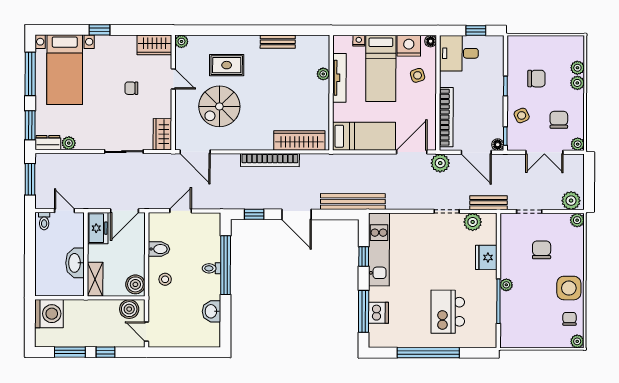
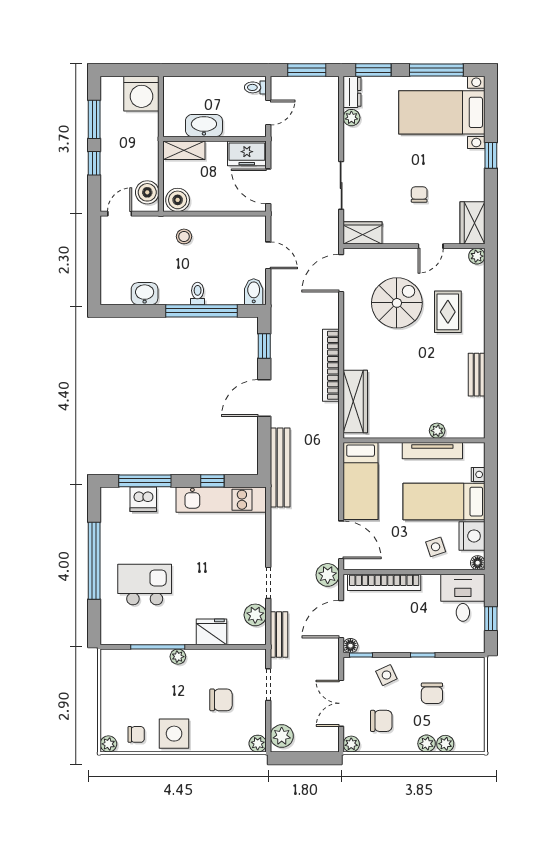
spiral stairs: (219, 106) -> (397, 303), turned 90
bidet: (159, 249) -> (254, 292), moved, turned 180

